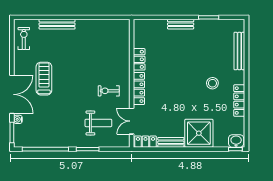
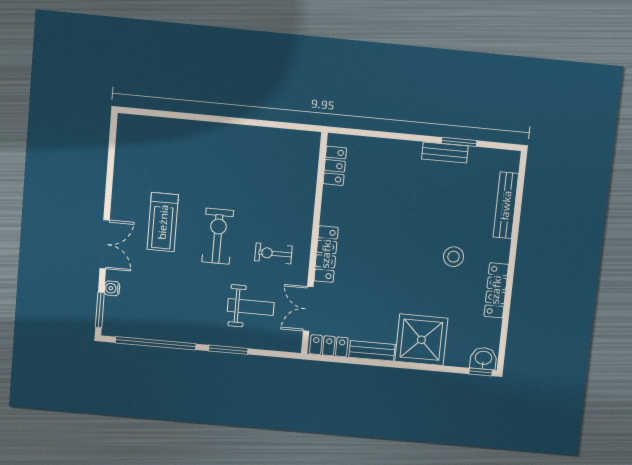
bench: (57, 24) -> (193, 129), removed
bench: (181, 24) -> (445, 153), moved
exercise bike: (24, 38) -> (218, 236), moved, width x1.38, depth x1.39
locker: (139, 59) -> (335, 166), moved
treadmill: (44, 79) -> (163, 222), turned 180
double door: (12, 94) -> (105, 244), width x0.73

